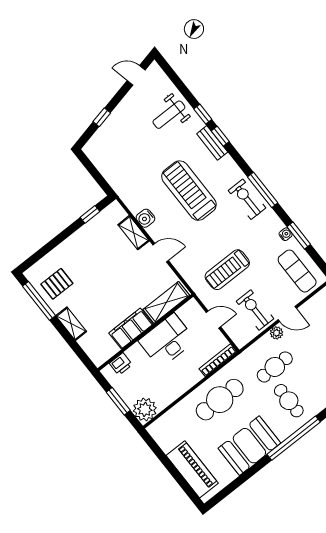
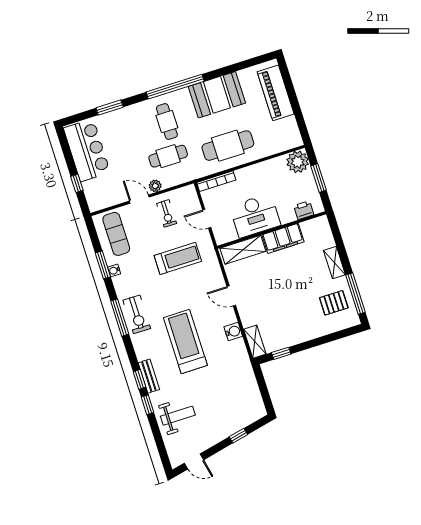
treadmill: (189, 191) -> (185, 341), turned 180
shelving: (134, 233) -> (255, 342), moved
exercise bike: (255, 310) -> (167, 213), width x0.73, depth x0.72

